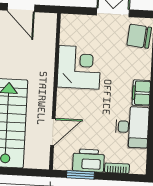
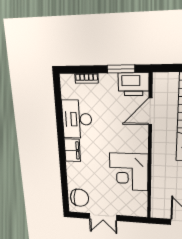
printer: (88, 160) -> (133, 84), moved

